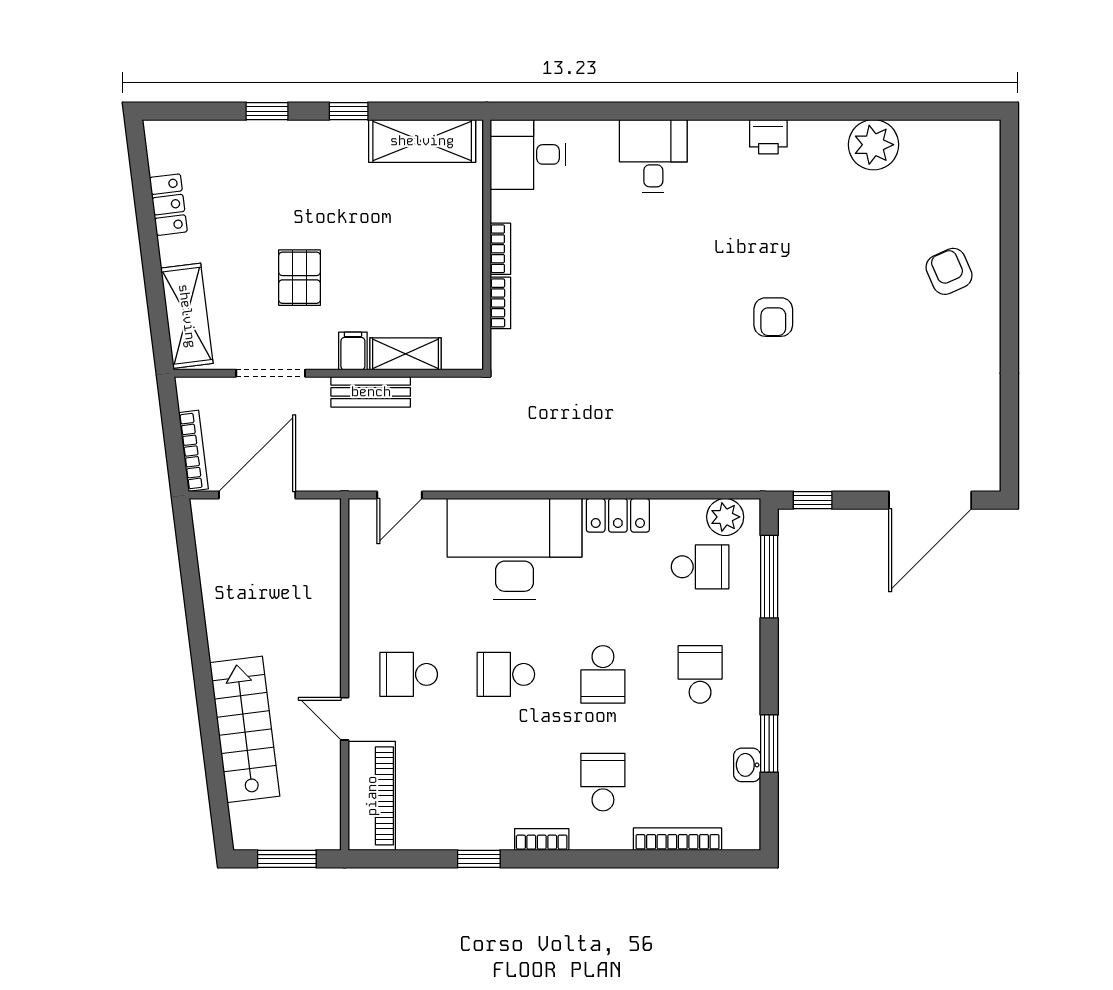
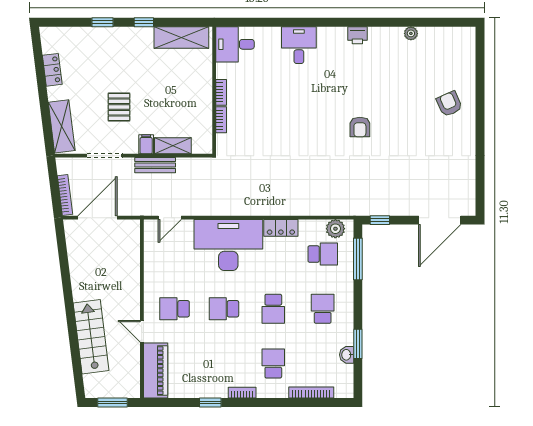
plant: (874, 145) -> (411, 33), width x0.53, depth x0.53

